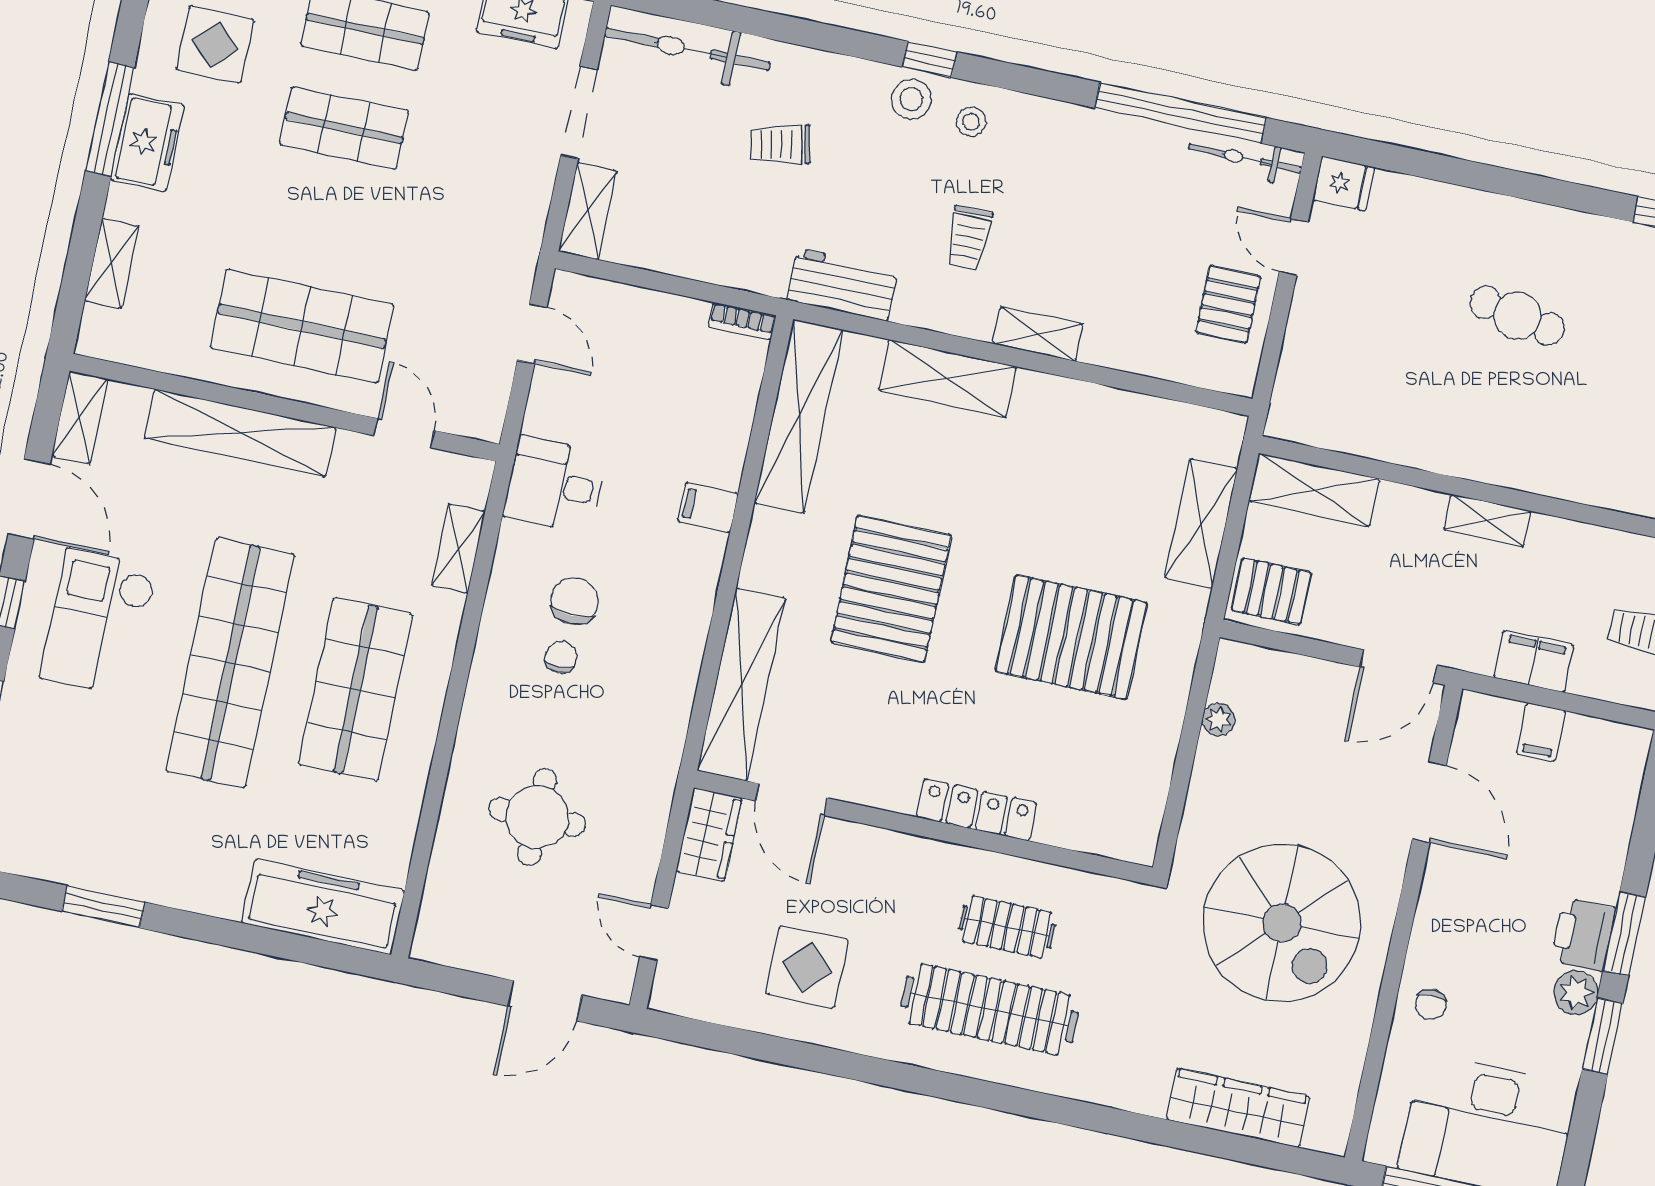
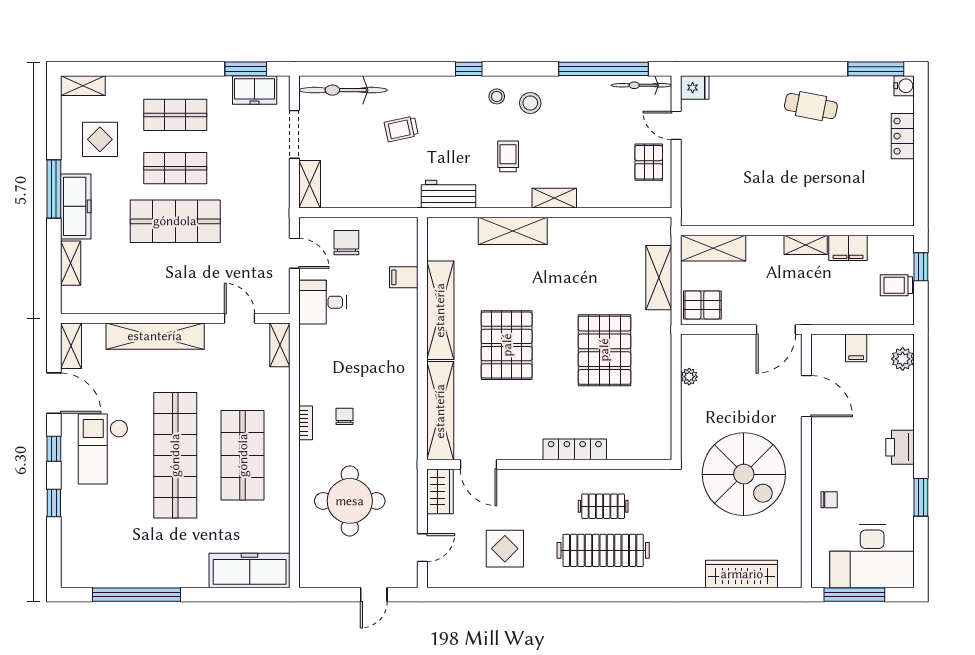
stool: (911, 99) -> (530, 103), moved
freezer: (147, 143) -> (76, 206), width x1.40
trolley: (968, 238) -> (508, 156), turned 180
cafe table: (1517, 316) -> (811, 106), moved
bookcase: (742, 321) -> (306, 423), moved, turned -90
shop shelf: (302, 326) -> (175, 221), moved
shelving: (799, 416) -> (440, 310), moved
desk: (555, 485) -> (322, 302), moved
filing cabinet: (708, 507) -> (404, 277), moved
shelving: (458, 548) -> (280, 345), moved
chair: (574, 601) -> (346, 243), moved
pallet: (1071, 637) -> (604, 350), turned 90
filing cabinet: (1534, 661) -> (848, 248), moved, turned 180
round table: (537, 817) -> (350, 501), width x1.36, depth x1.36
window: (103, 907) -> (137, 595), width x2.11
door: (654, 932) -> (422, 548), swing flipped
window: (1624, 934) -> (921, 442), removed
plant: (1576, 992) -> (903, 359), moved
door: (545, 1001) -> (374, 595), width x0.73
chair: (1430, 1004) -> (829, 500), turned -90

